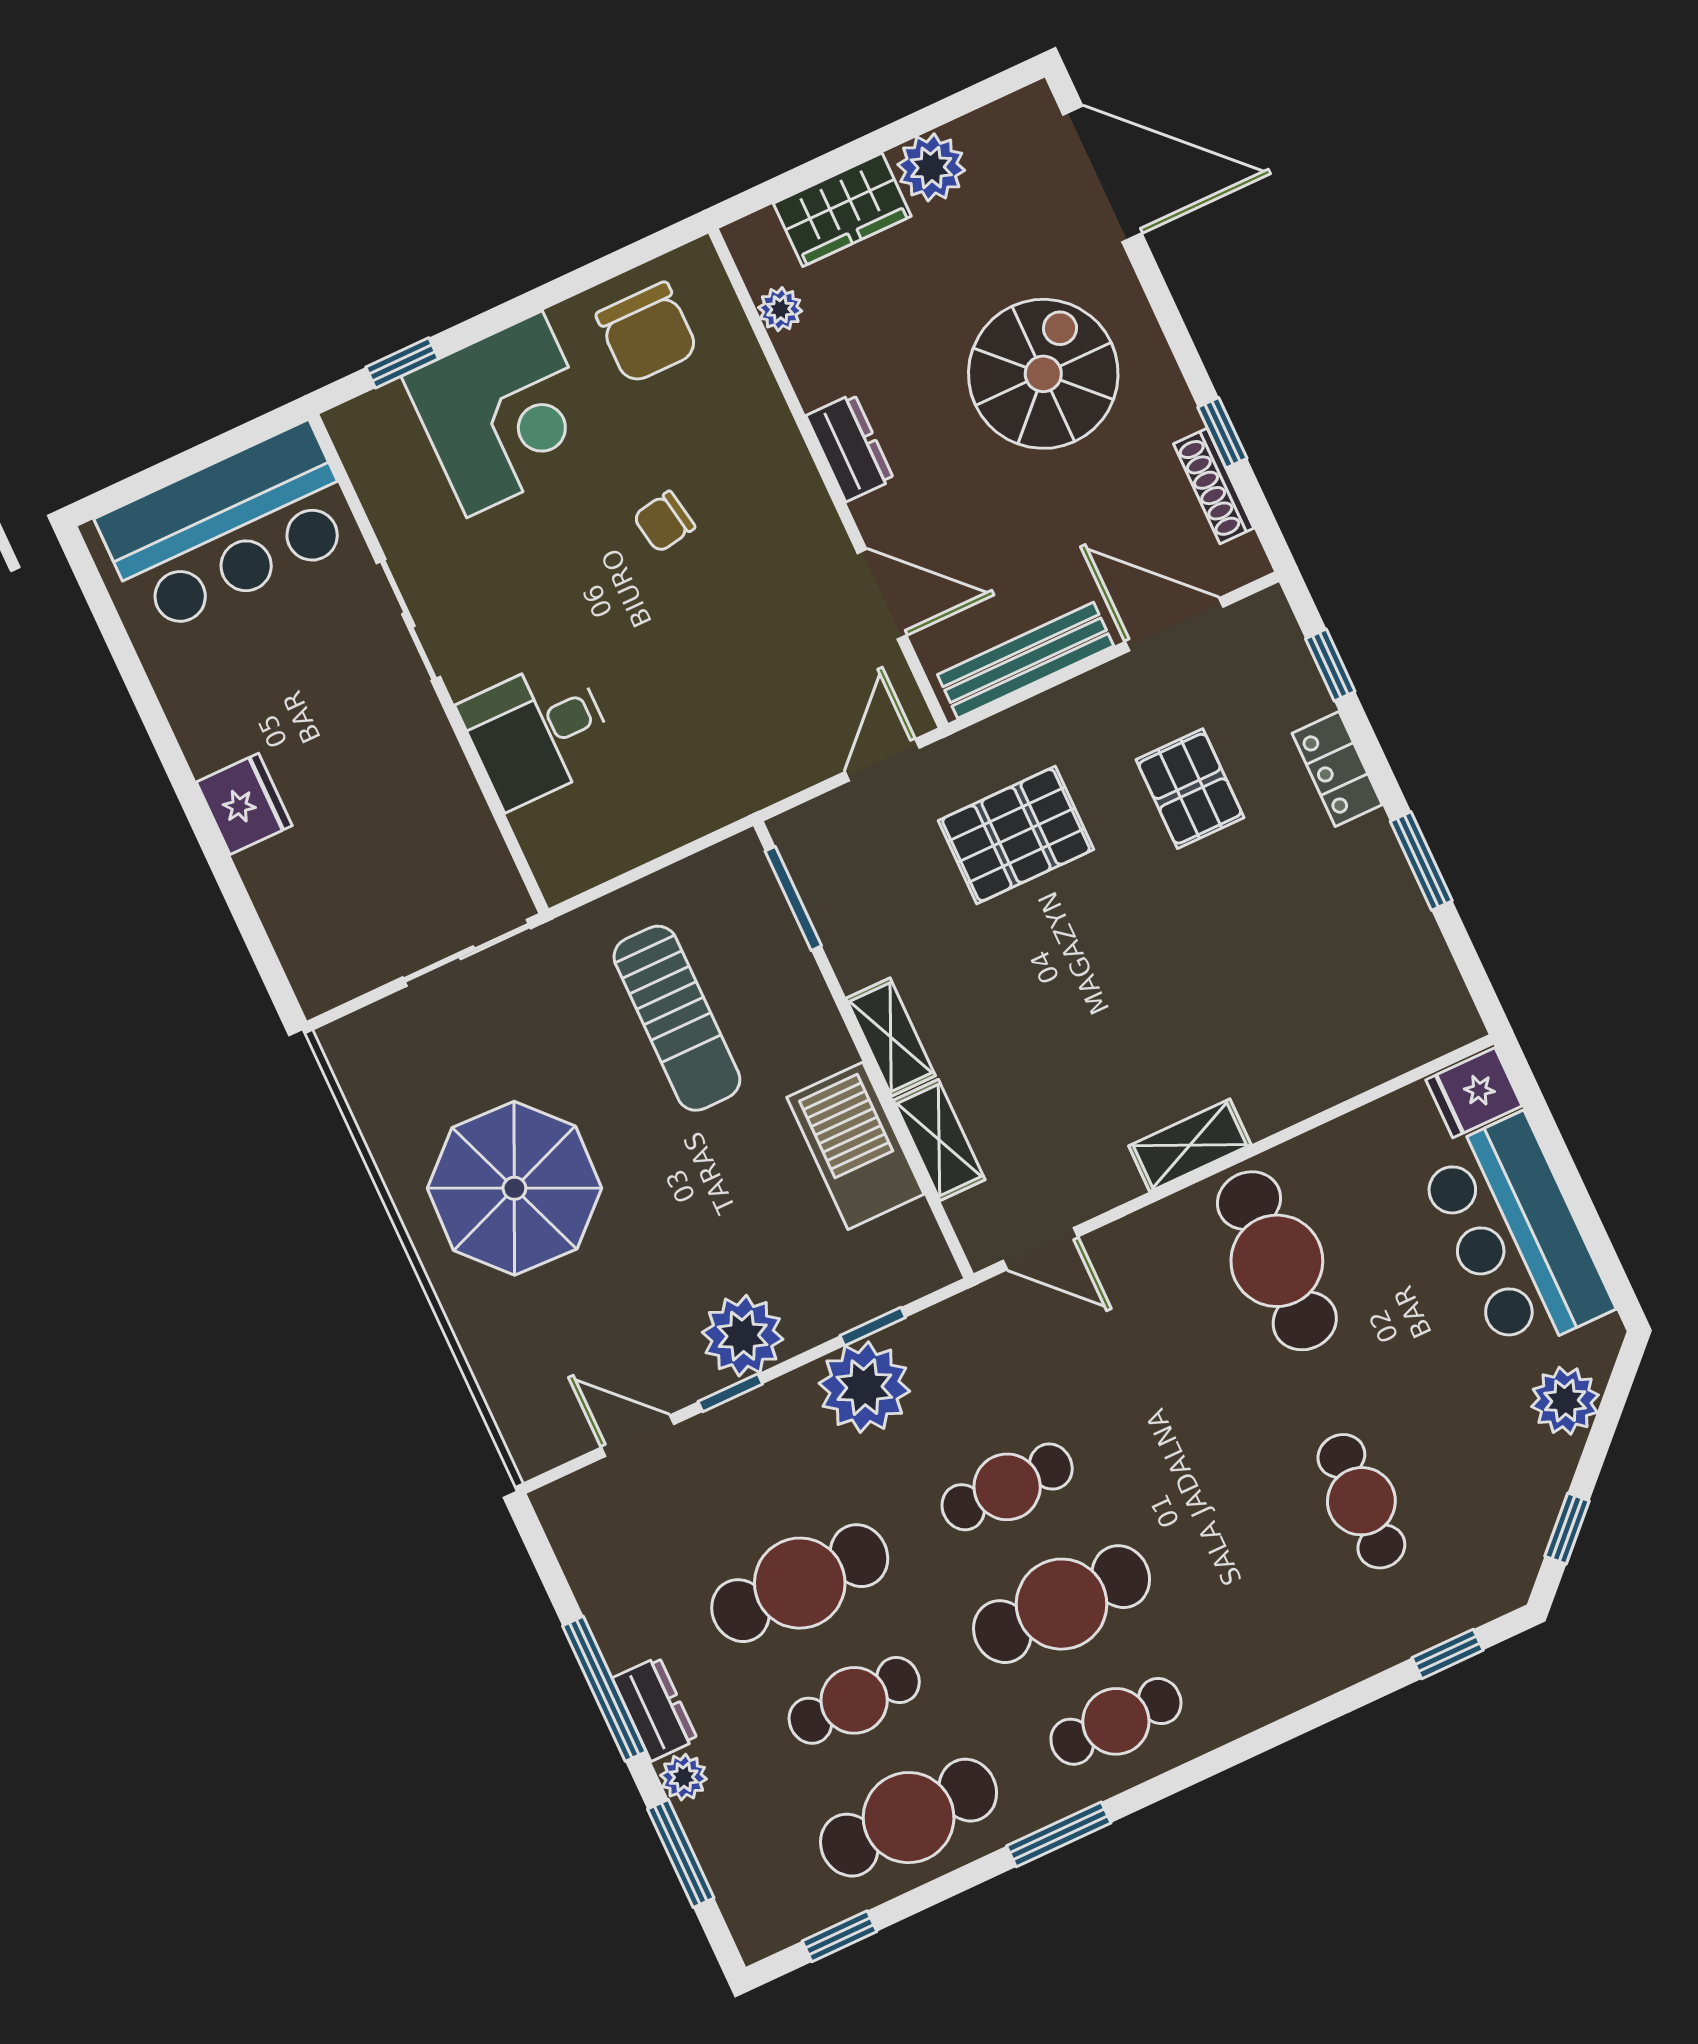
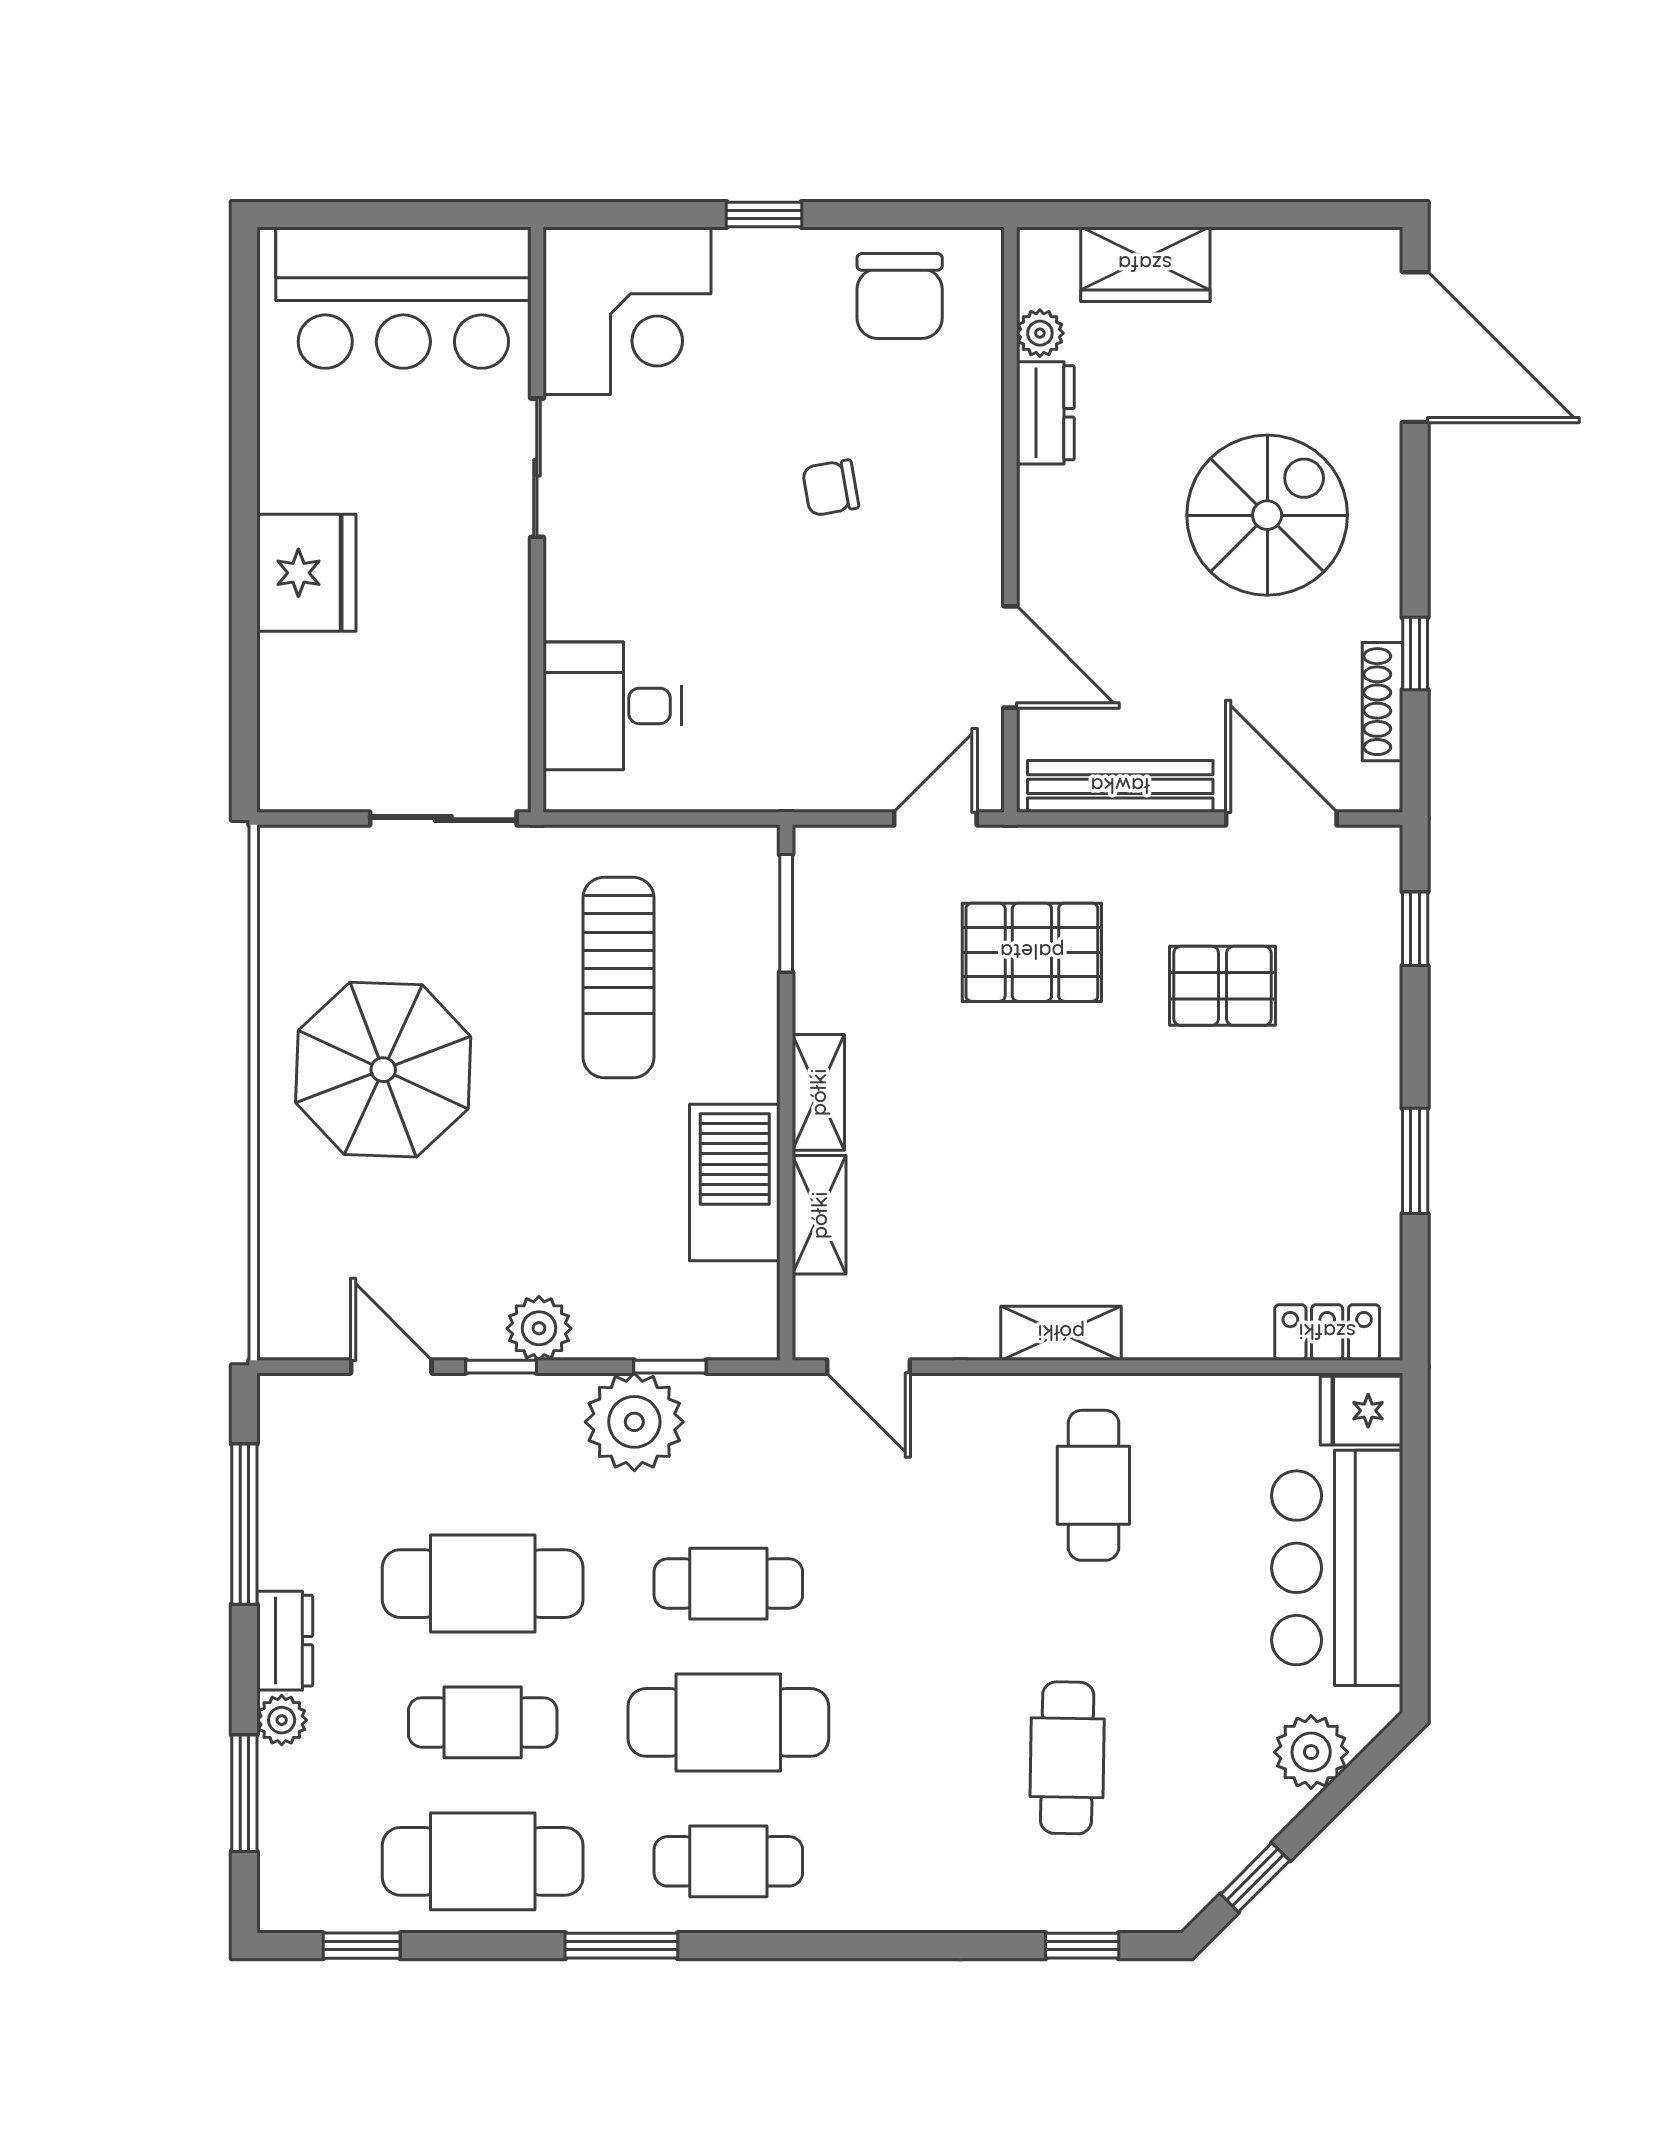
plant: (931, 167) -> (1251, 263), removed
window: (402, 363) -> (764, 214), moved
corner desk: (505, 414) -> (627, 311), moved
dresser: (850, 448) -> (1045, 413), moved
desk: (538, 732) -> (612, 706), moved
locker: (1337, 769) -> (1327, 1332), moved, turned 90
pallet: (1190, 789) -> (1223, 986), turned 90
fridge: (244, 804) -> (306, 573), width x1.36, depth x1.34
cafe table: (1277, 1261) -> (1093, 1485), width x0.73, depth x0.74
plant: (743, 1336) -> (539, 1328), width x0.73, depth x0.73
window: (604, 1689) -> (244, 1524), moved

